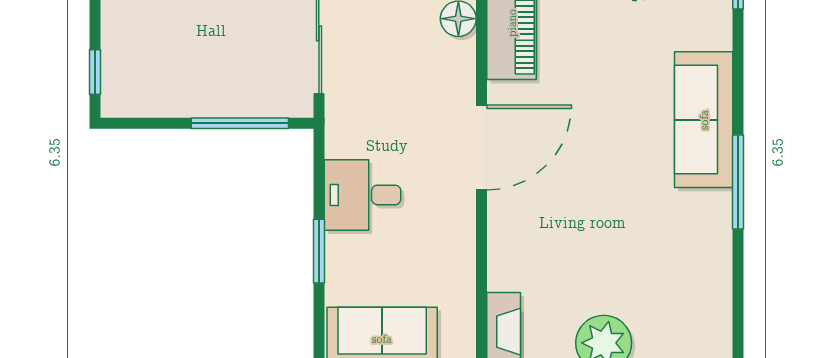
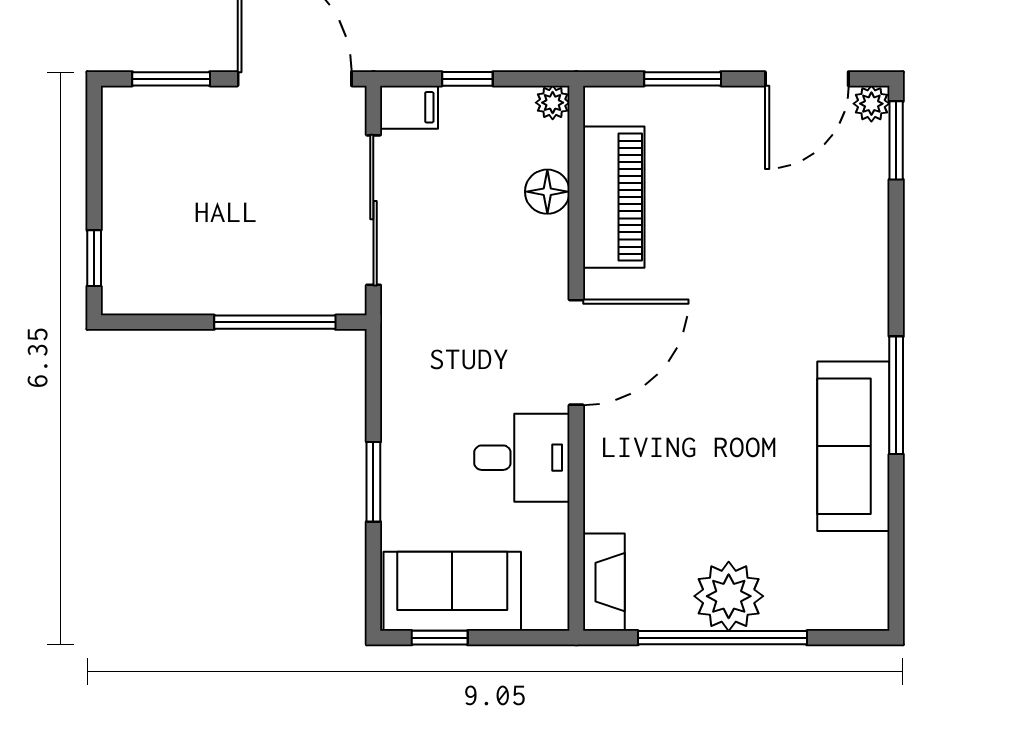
sofa: (704, 120) -> (853, 446), moved
desk: (363, 195) -> (522, 458), moved, turned 180

